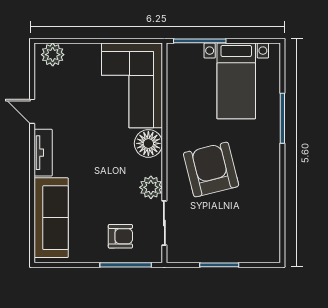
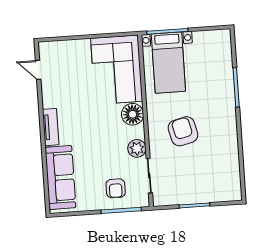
plant: (53, 55) -> (53, 50), removed
bed with nightstands: (236, 81) -> (168, 63), moved
door: (32, 111) -> (38, 70), moved
armchair: (211, 170) -> (183, 131), width x0.73, depth x0.73
armchair: (120, 236) -> (116, 188), turned 90

